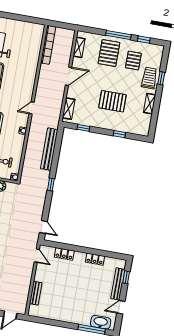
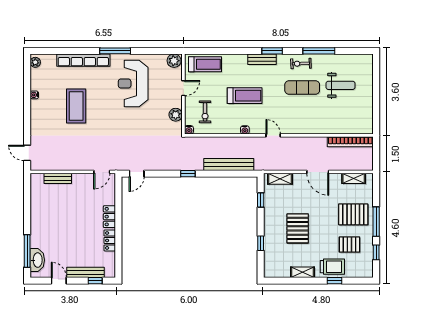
locker: (64, 254) -> (109, 217), moved

